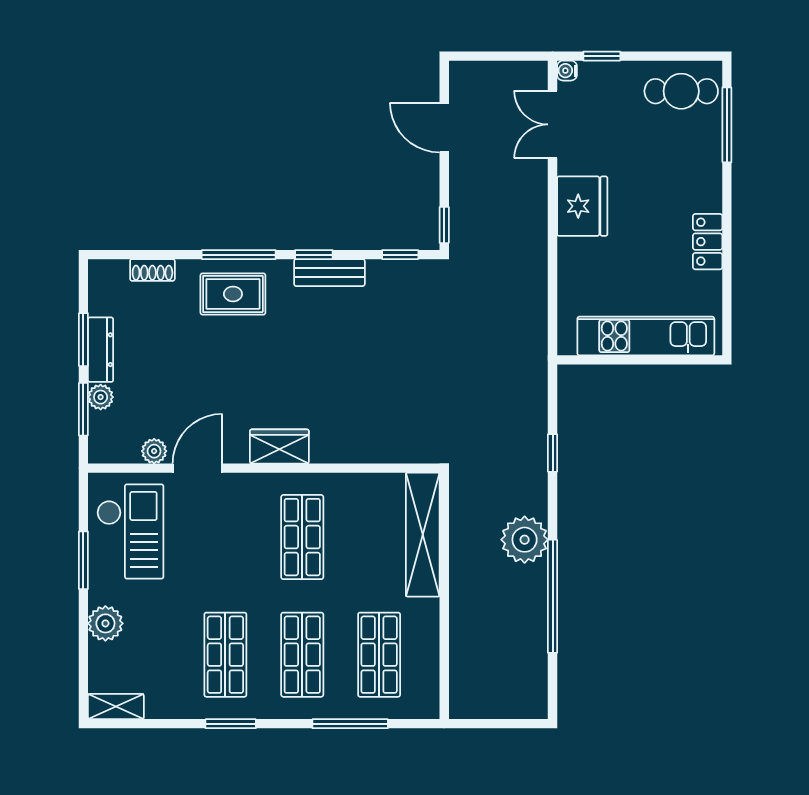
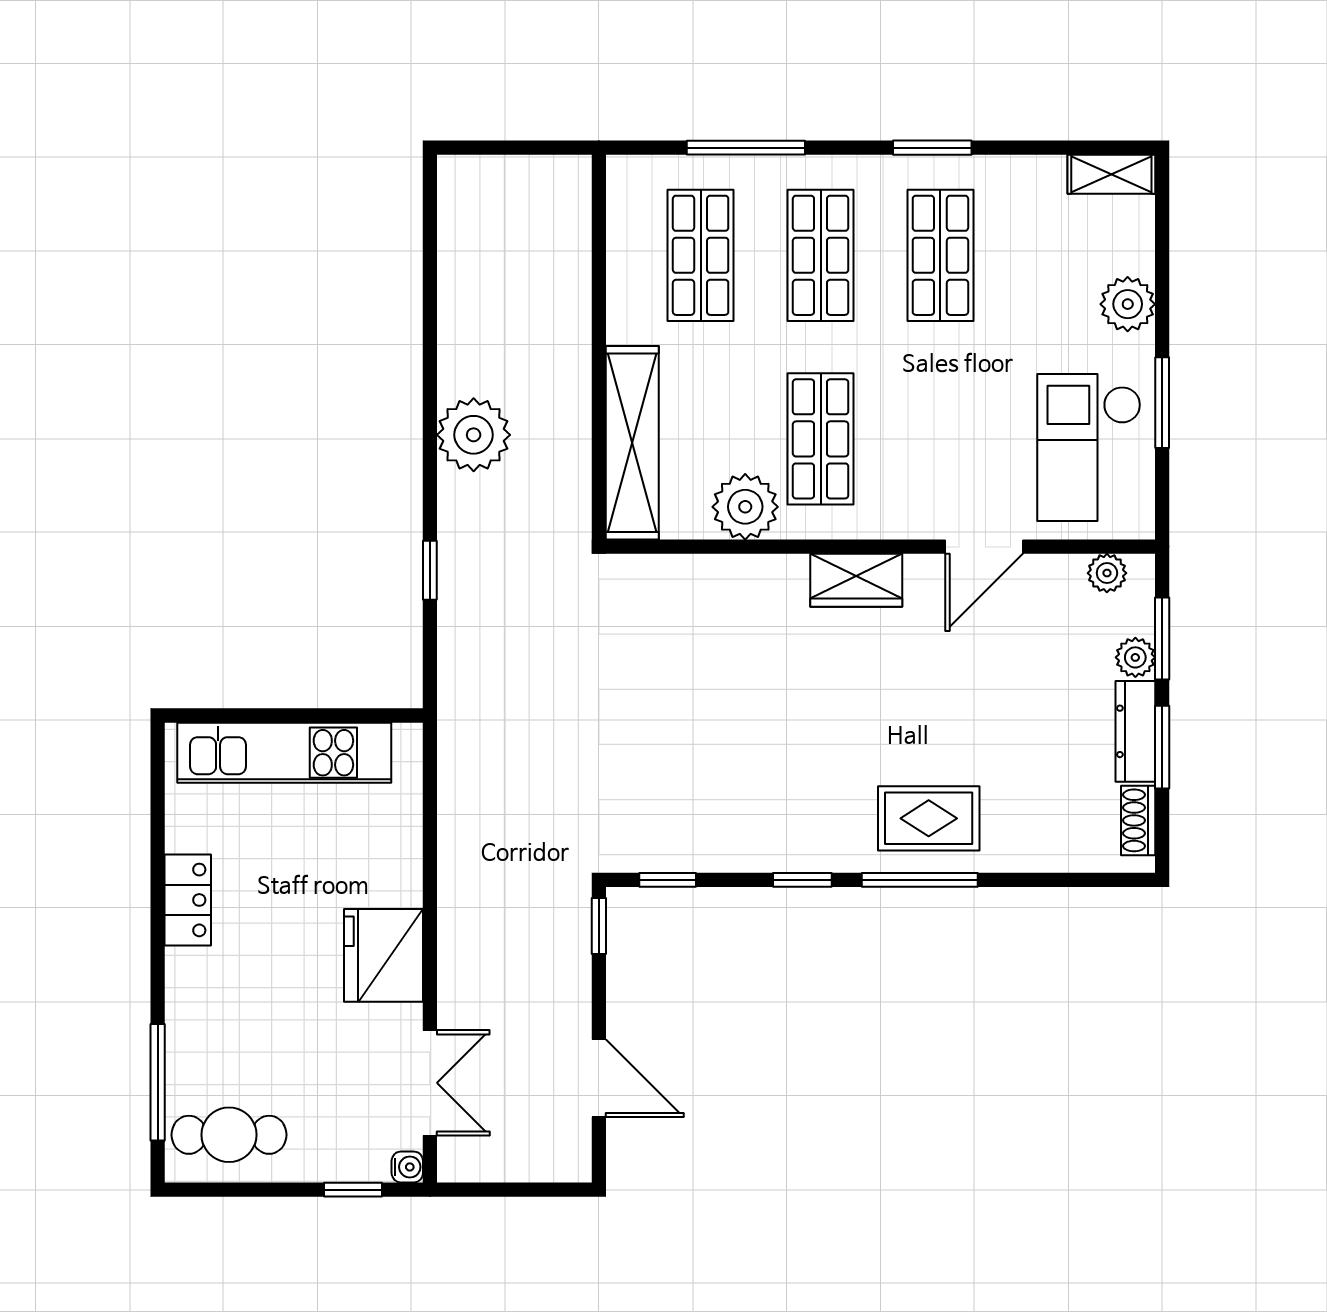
shoe rack: (152, 270) -> (1138, 820), moved, turned -90
bench: (329, 273) -> (778, 852), removed
plant: (154, 451) -> (1107, 573), moved
plant: (350, 494) -> (745, 507), added
window: (553, 596) -> (430, 346), removed

